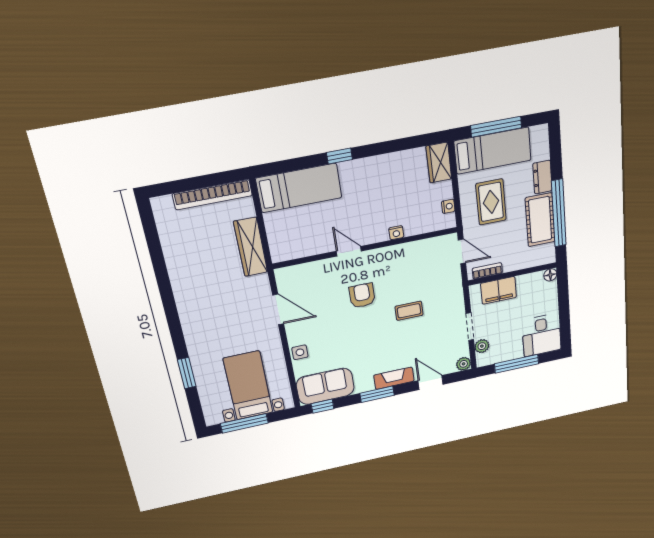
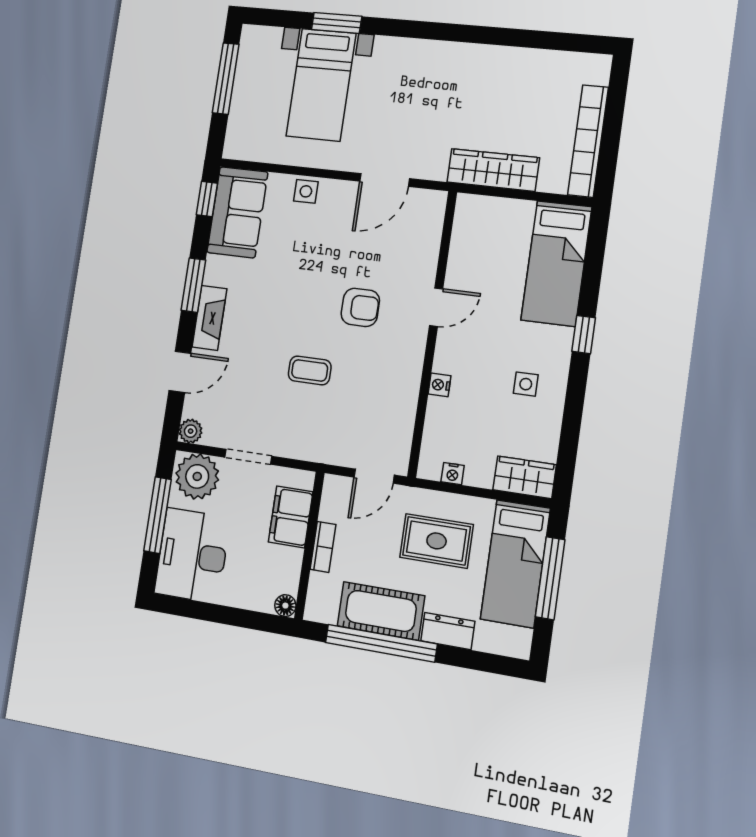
side table: (381, 181) -> (526, 384), added
bookcase: (487, 271) -> (323, 547), moved
coffee table: (409, 311) -> (310, 370), turned 90
desk: (542, 335) -> (192, 555), width x1.37
plant: (482, 346) -> (197, 476), width x1.87, depth x1.87
bed with nightstands: (248, 386) -> (321, 85), moved, turned 90

